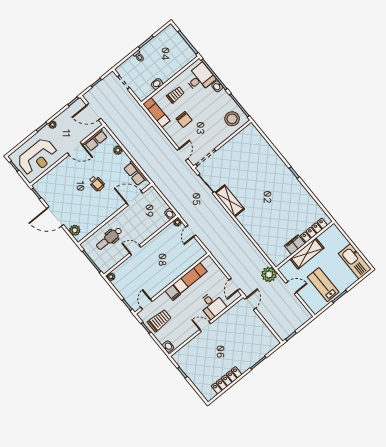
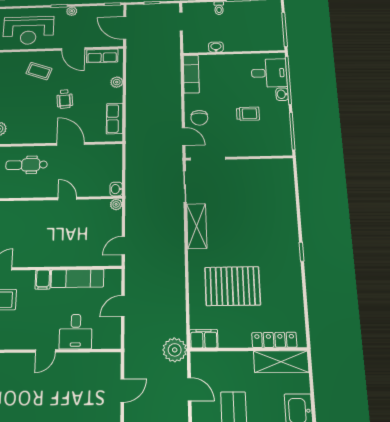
trolley: (175, 95) -> (248, 114), moved
chair: (184, 119) -> (199, 118), moved
stool: (232, 119) -> (272, 139), removed
door: (182, 154) -> (184, 136), hinge flipped
coffee table: (67, 178) -> (39, 71), added
door: (135, 198) -> (71, 144), moved
pallet: (273, 219) -> (233, 286), added
door: (191, 231) -> (123, 246), moved
filing cabinet: (295, 245) -> (204, 339), moved
door: (135, 250) -> (67, 198), moved
shelving: (307, 253) -> (281, 362), moved
door: (234, 284) -> (123, 306), moved
door: (250, 304) -> (122, 391), moved
door: (205, 327) -> (45, 351), swing flipped

